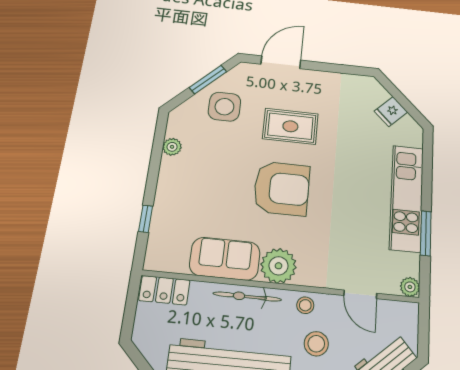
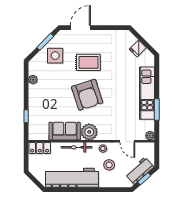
armchair: (282, 188) -> (87, 95), turned 72

